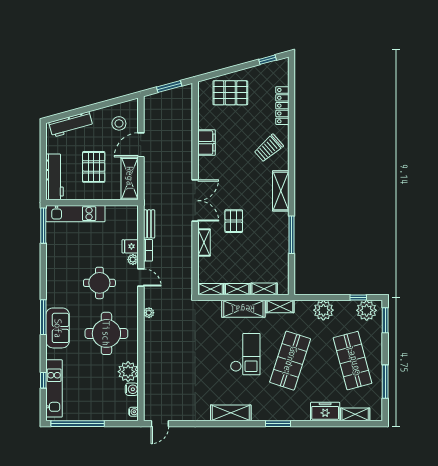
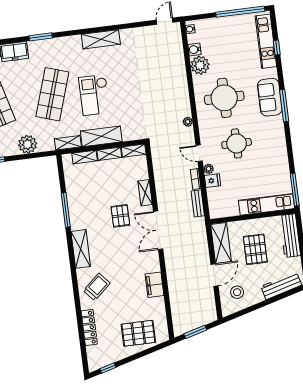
window: (278, 424) -> (41, 37), moved

